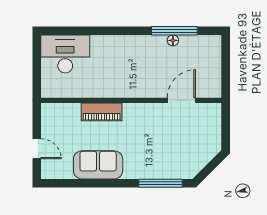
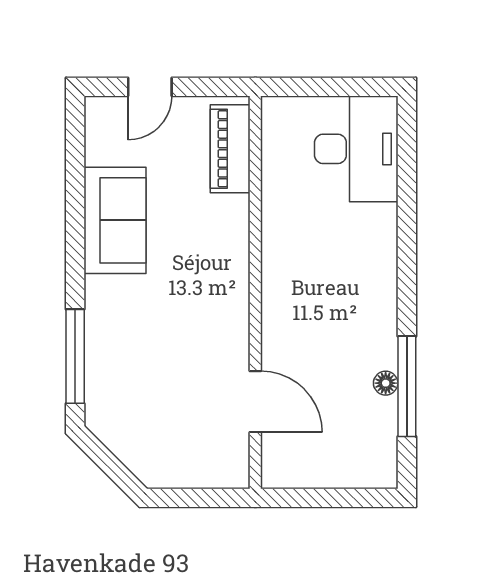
piano: (102, 112) -> (230, 149), moved

